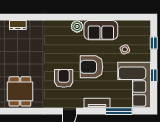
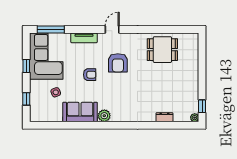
armchair: (91, 67) -> (90, 75), width x0.53, depth x0.53
dining table: (20, 91) -> (162, 50), turned 90
window: (119, 111) -> (51, 30), moved

